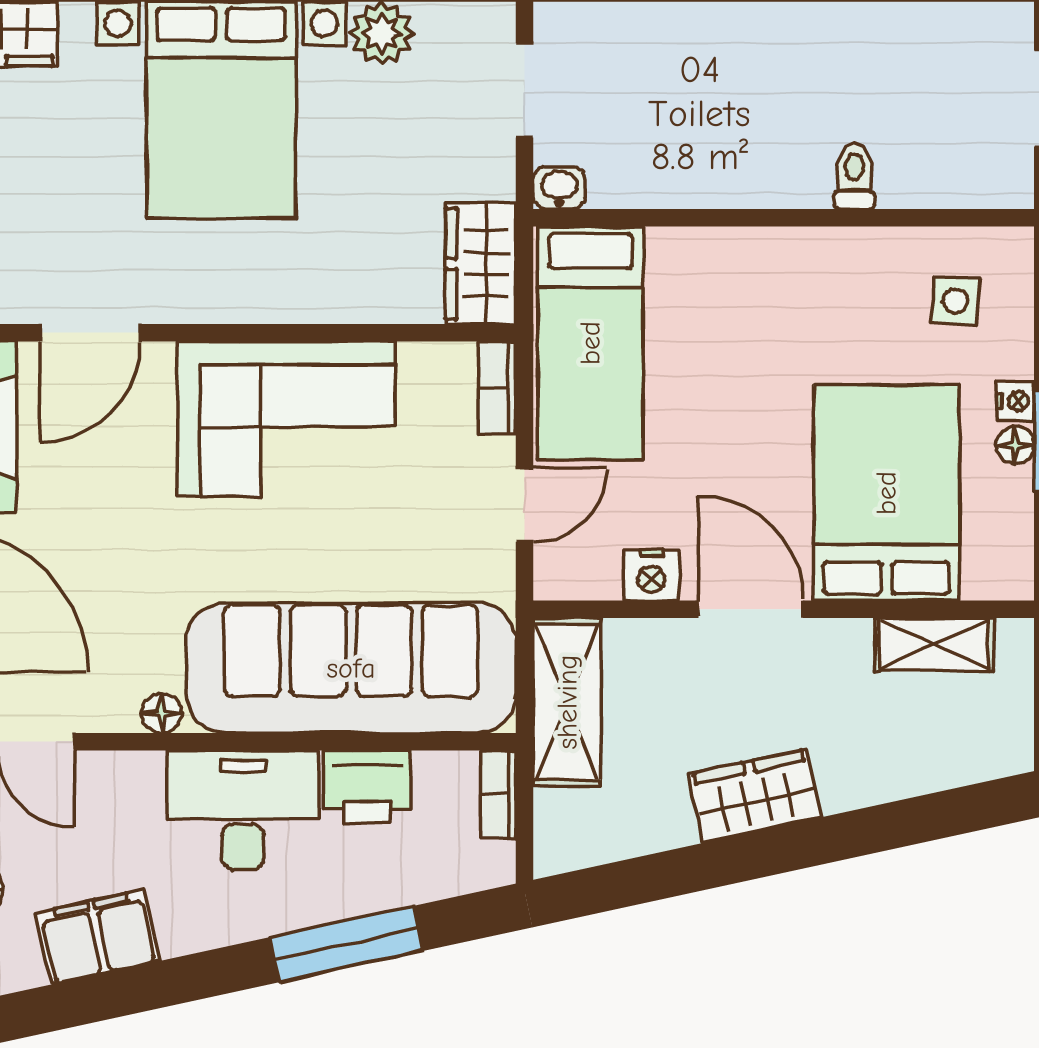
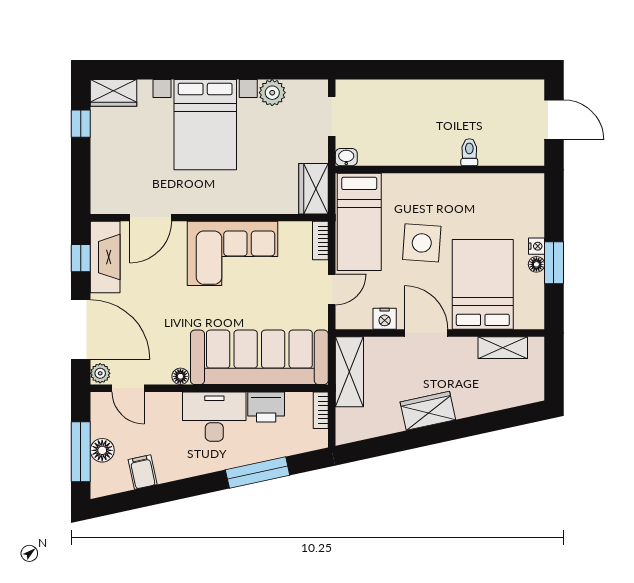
side table: (955, 301) -> (422, 243), moved, width x1.87, depth x1.87
filing cabinet: (98, 937) -> (143, 472), width x0.50

